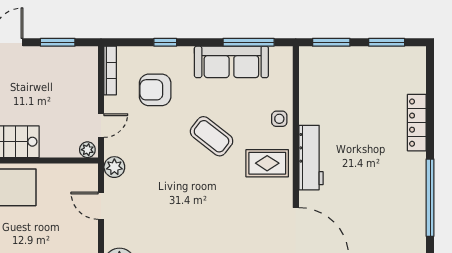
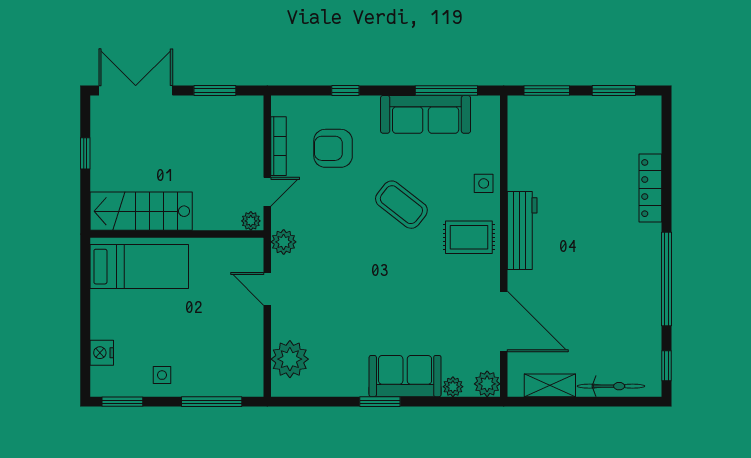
bookcase: (110, 71) -> (279, 146), moved

